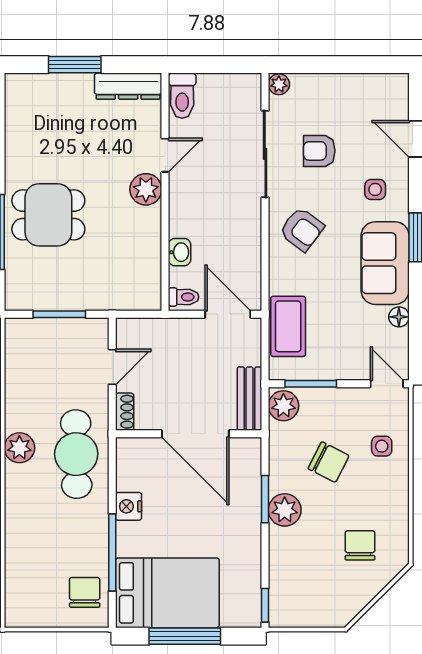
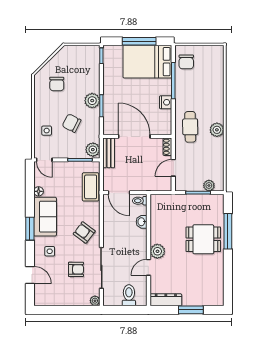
toilet: (182, 96) -> (129, 295), moved
plant: (36, 329) -> (209, 186), added
cafe table: (76, 454) -> (190, 127), width x0.73, depth x0.74

